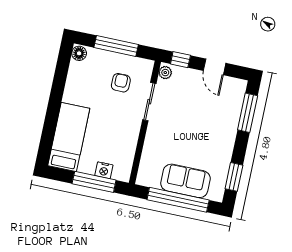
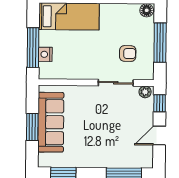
sofa: (185, 181) -> (51, 122), width x1.36
window: (178, 200) -> (32, 127), width x0.47

